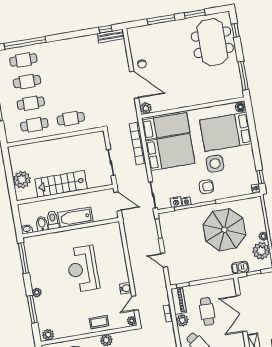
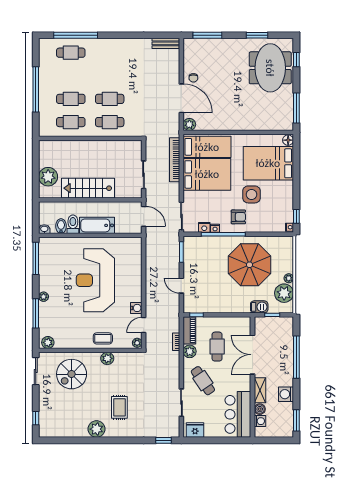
window: (161, 20) -> (207, 35), moved
window: (105, 29) -> (161, 35), removed
cafe table: (27, 82) -> (110, 99), moved
reception desk: (83, 269) -> (95, 280), width x1.36, depth x1.30

